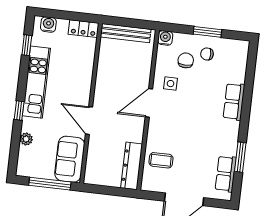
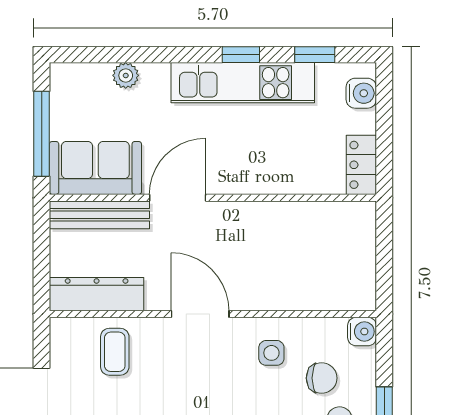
bench: (126, 33) -> (99, 215), moved, turned 90
door: (149, 103) -> (200, 314), moved
window: (19, 111) -> (241, 55), moved

